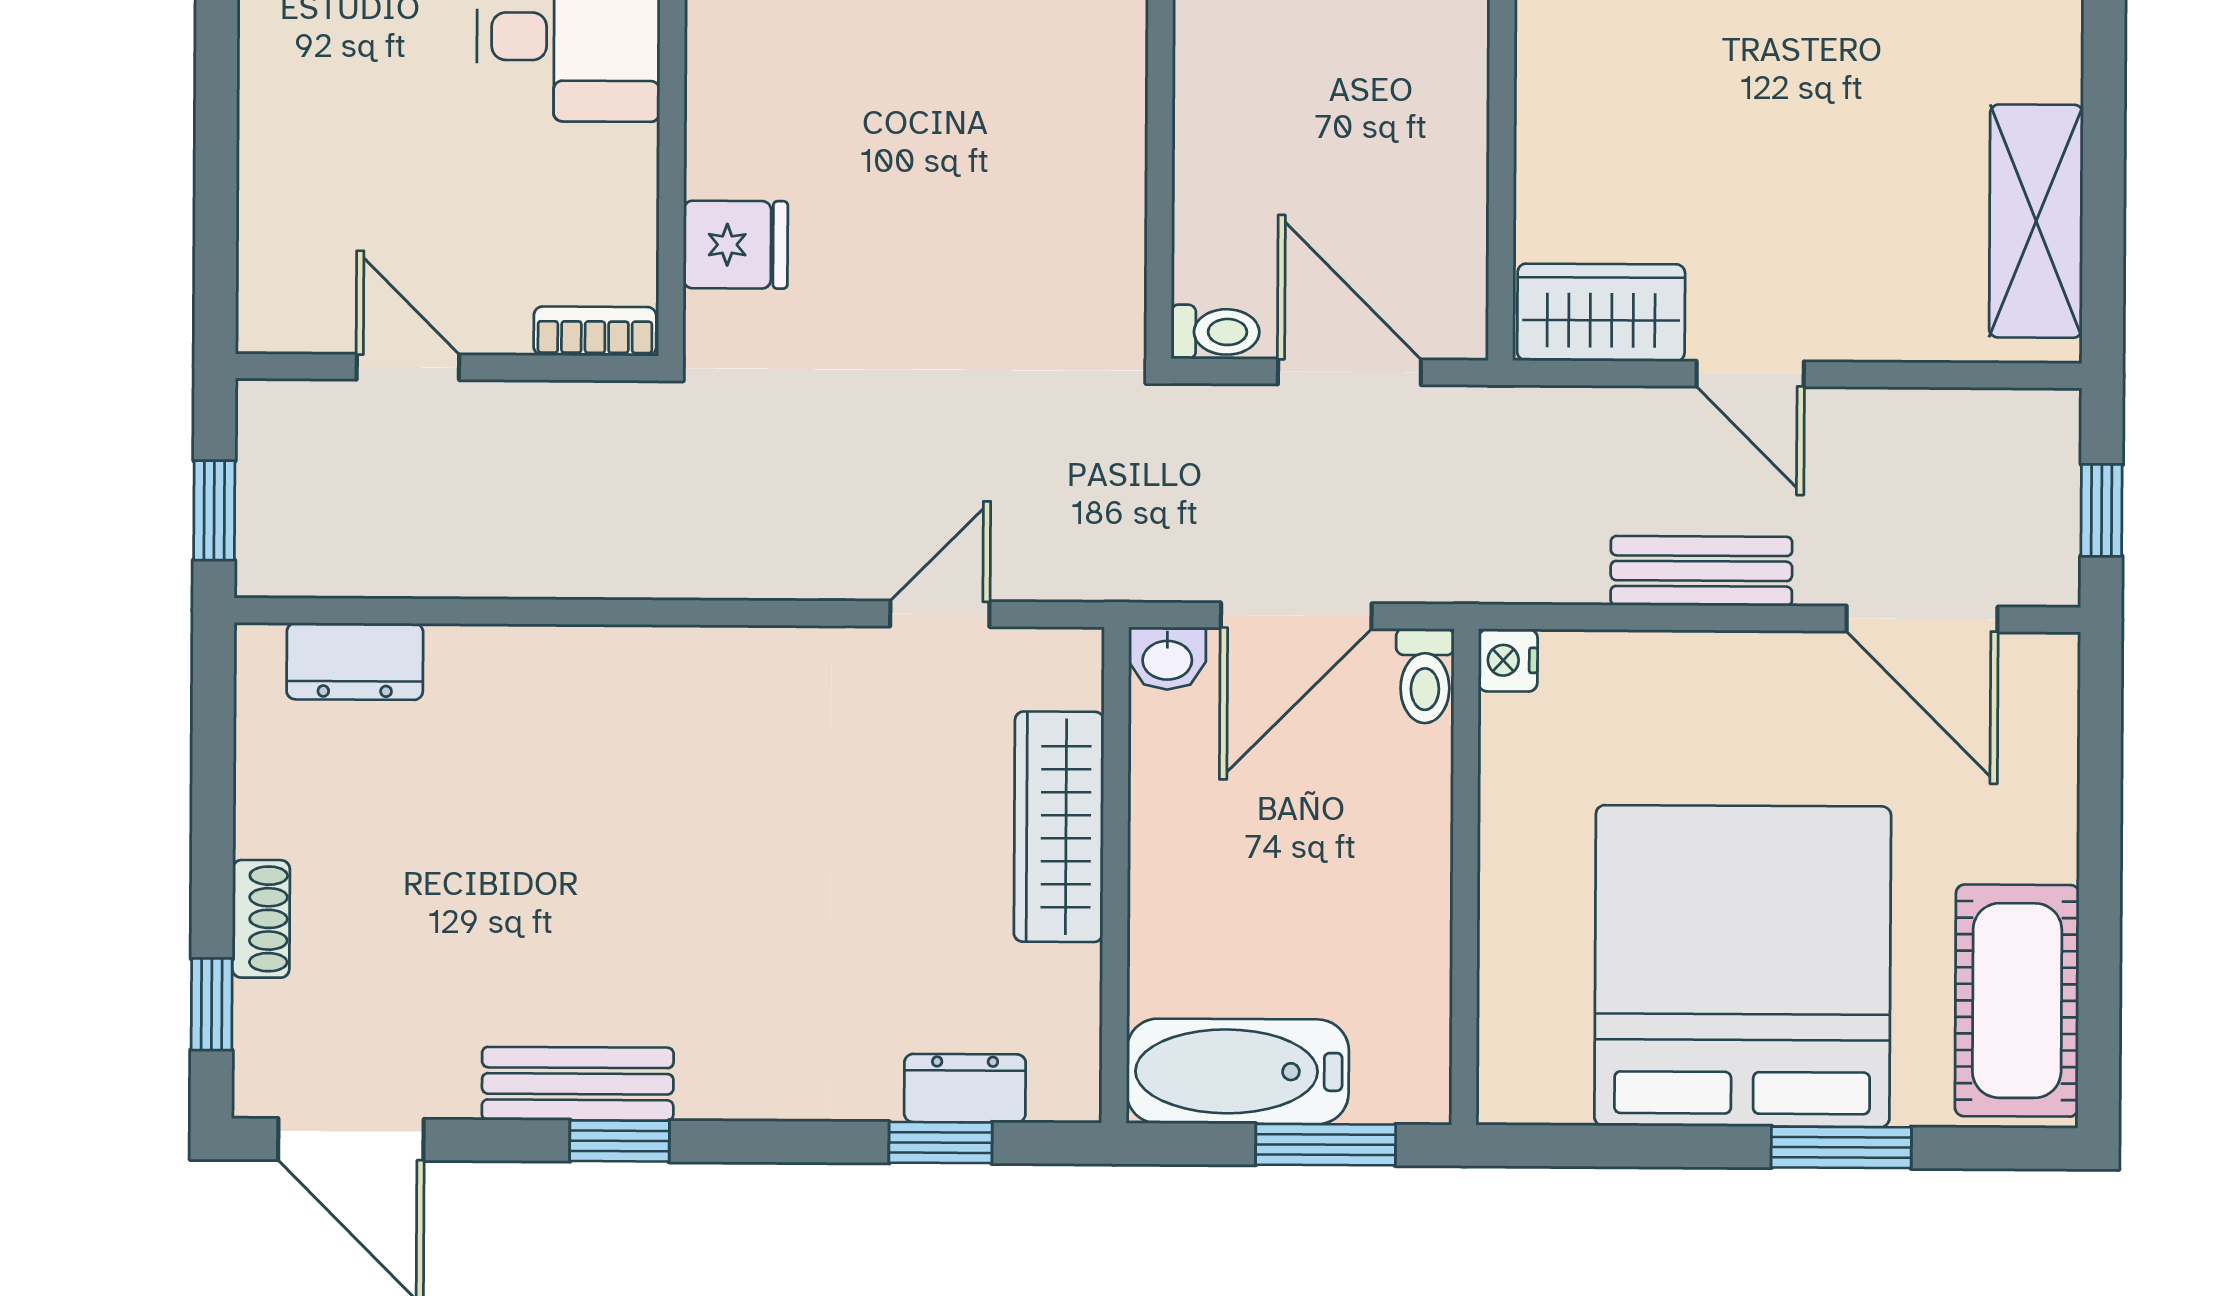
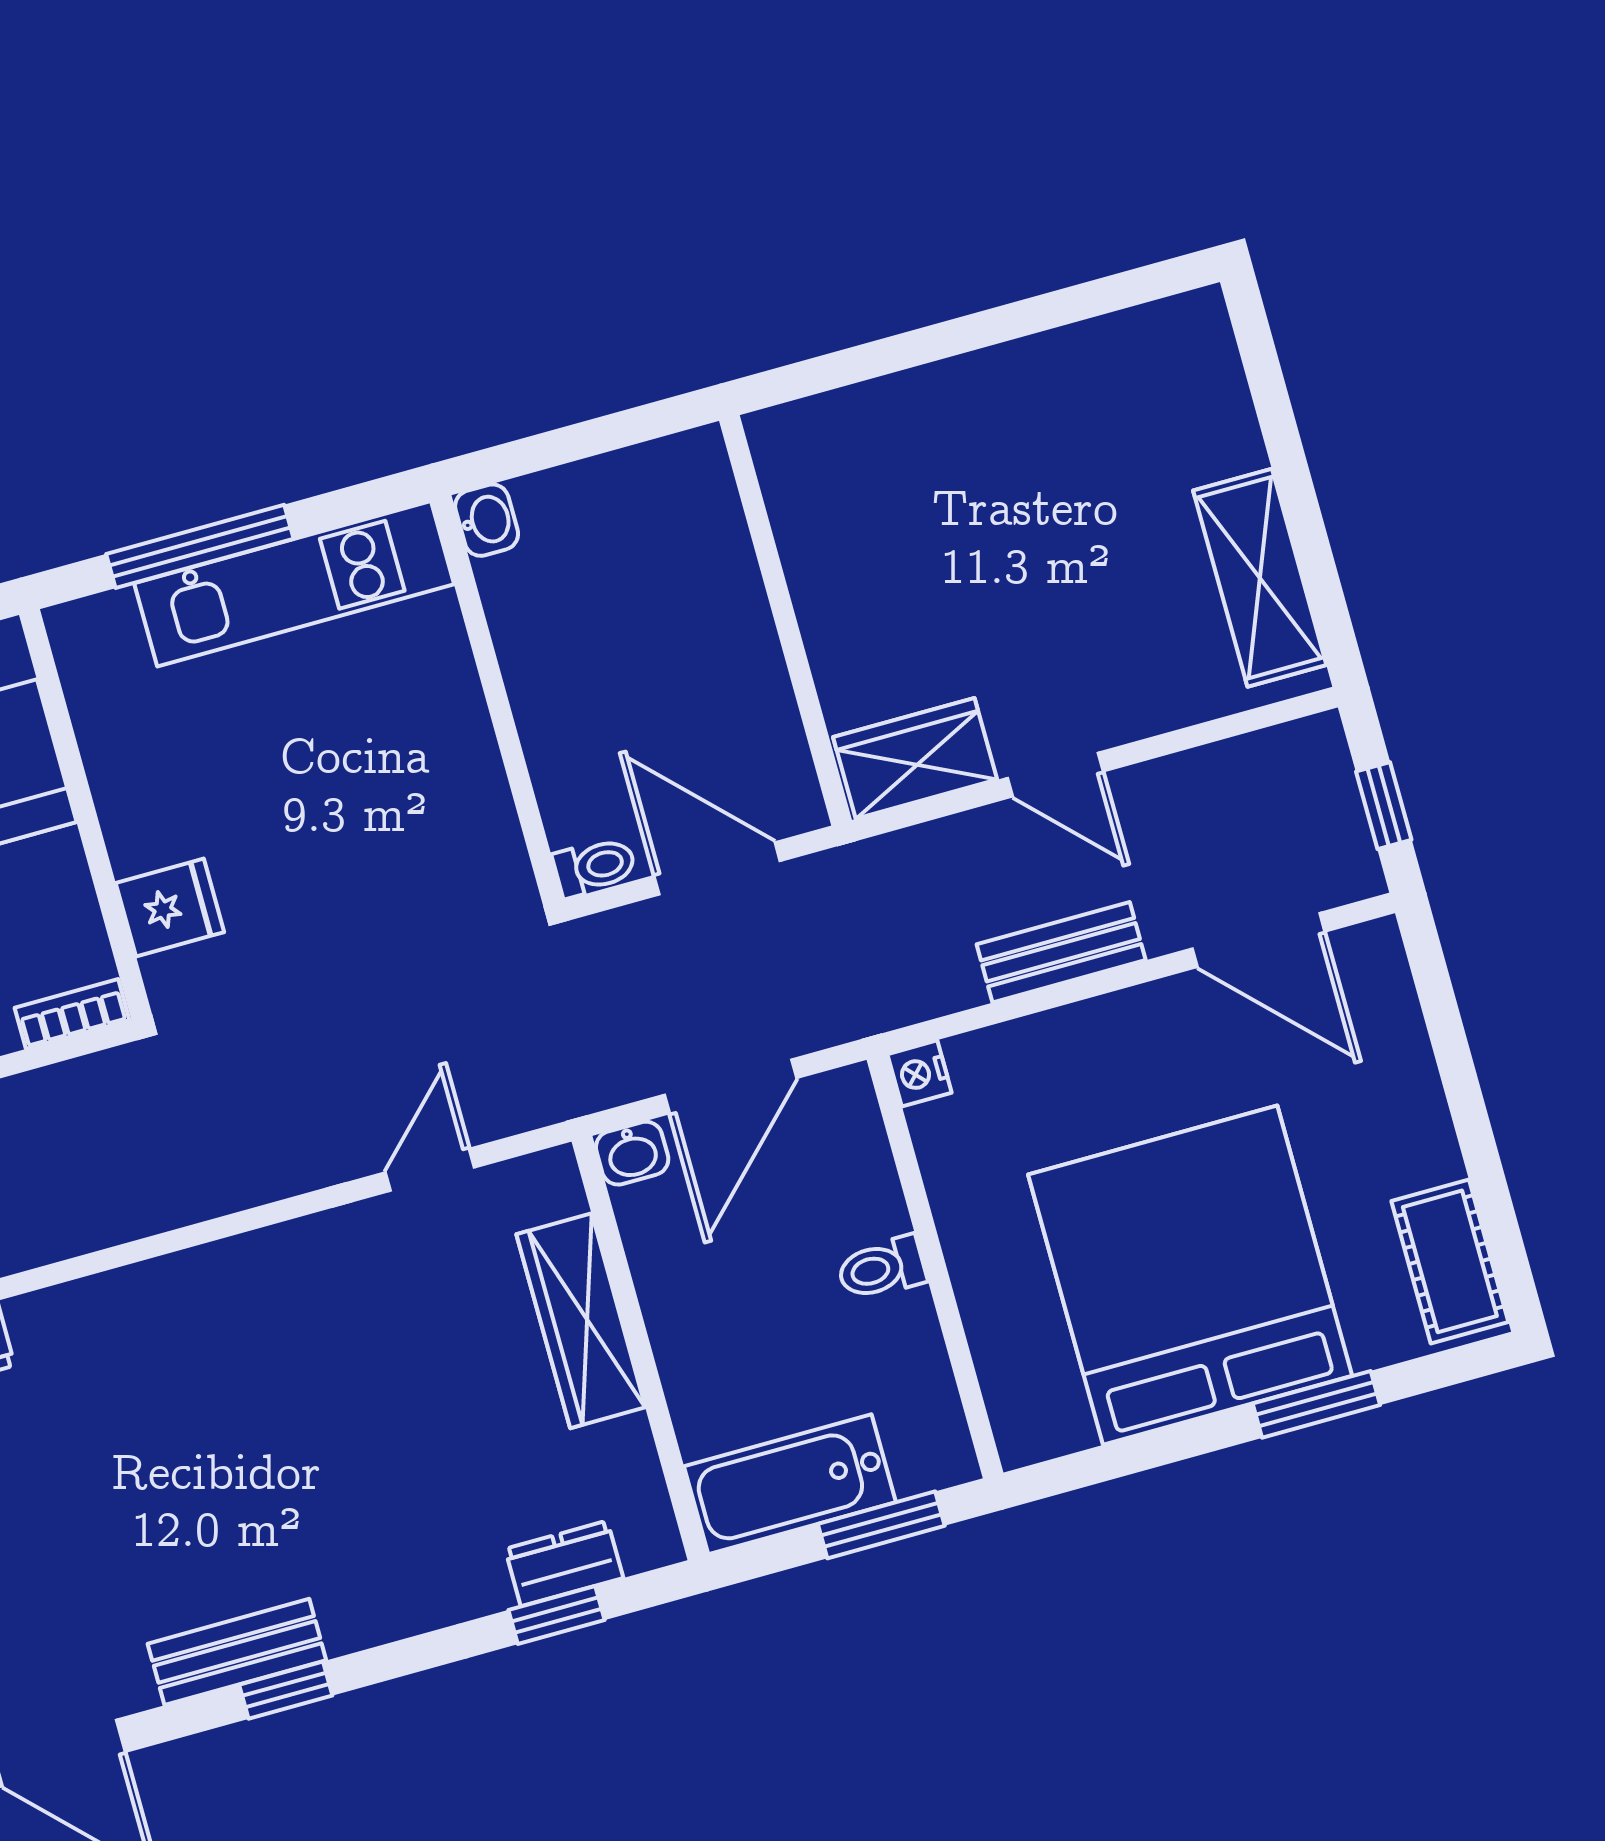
toilet: (1425, 676) -> (882, 1268), moved, turned 90
cot: (2017, 1001) -> (1450, 1261), width x0.73, depth x0.75

